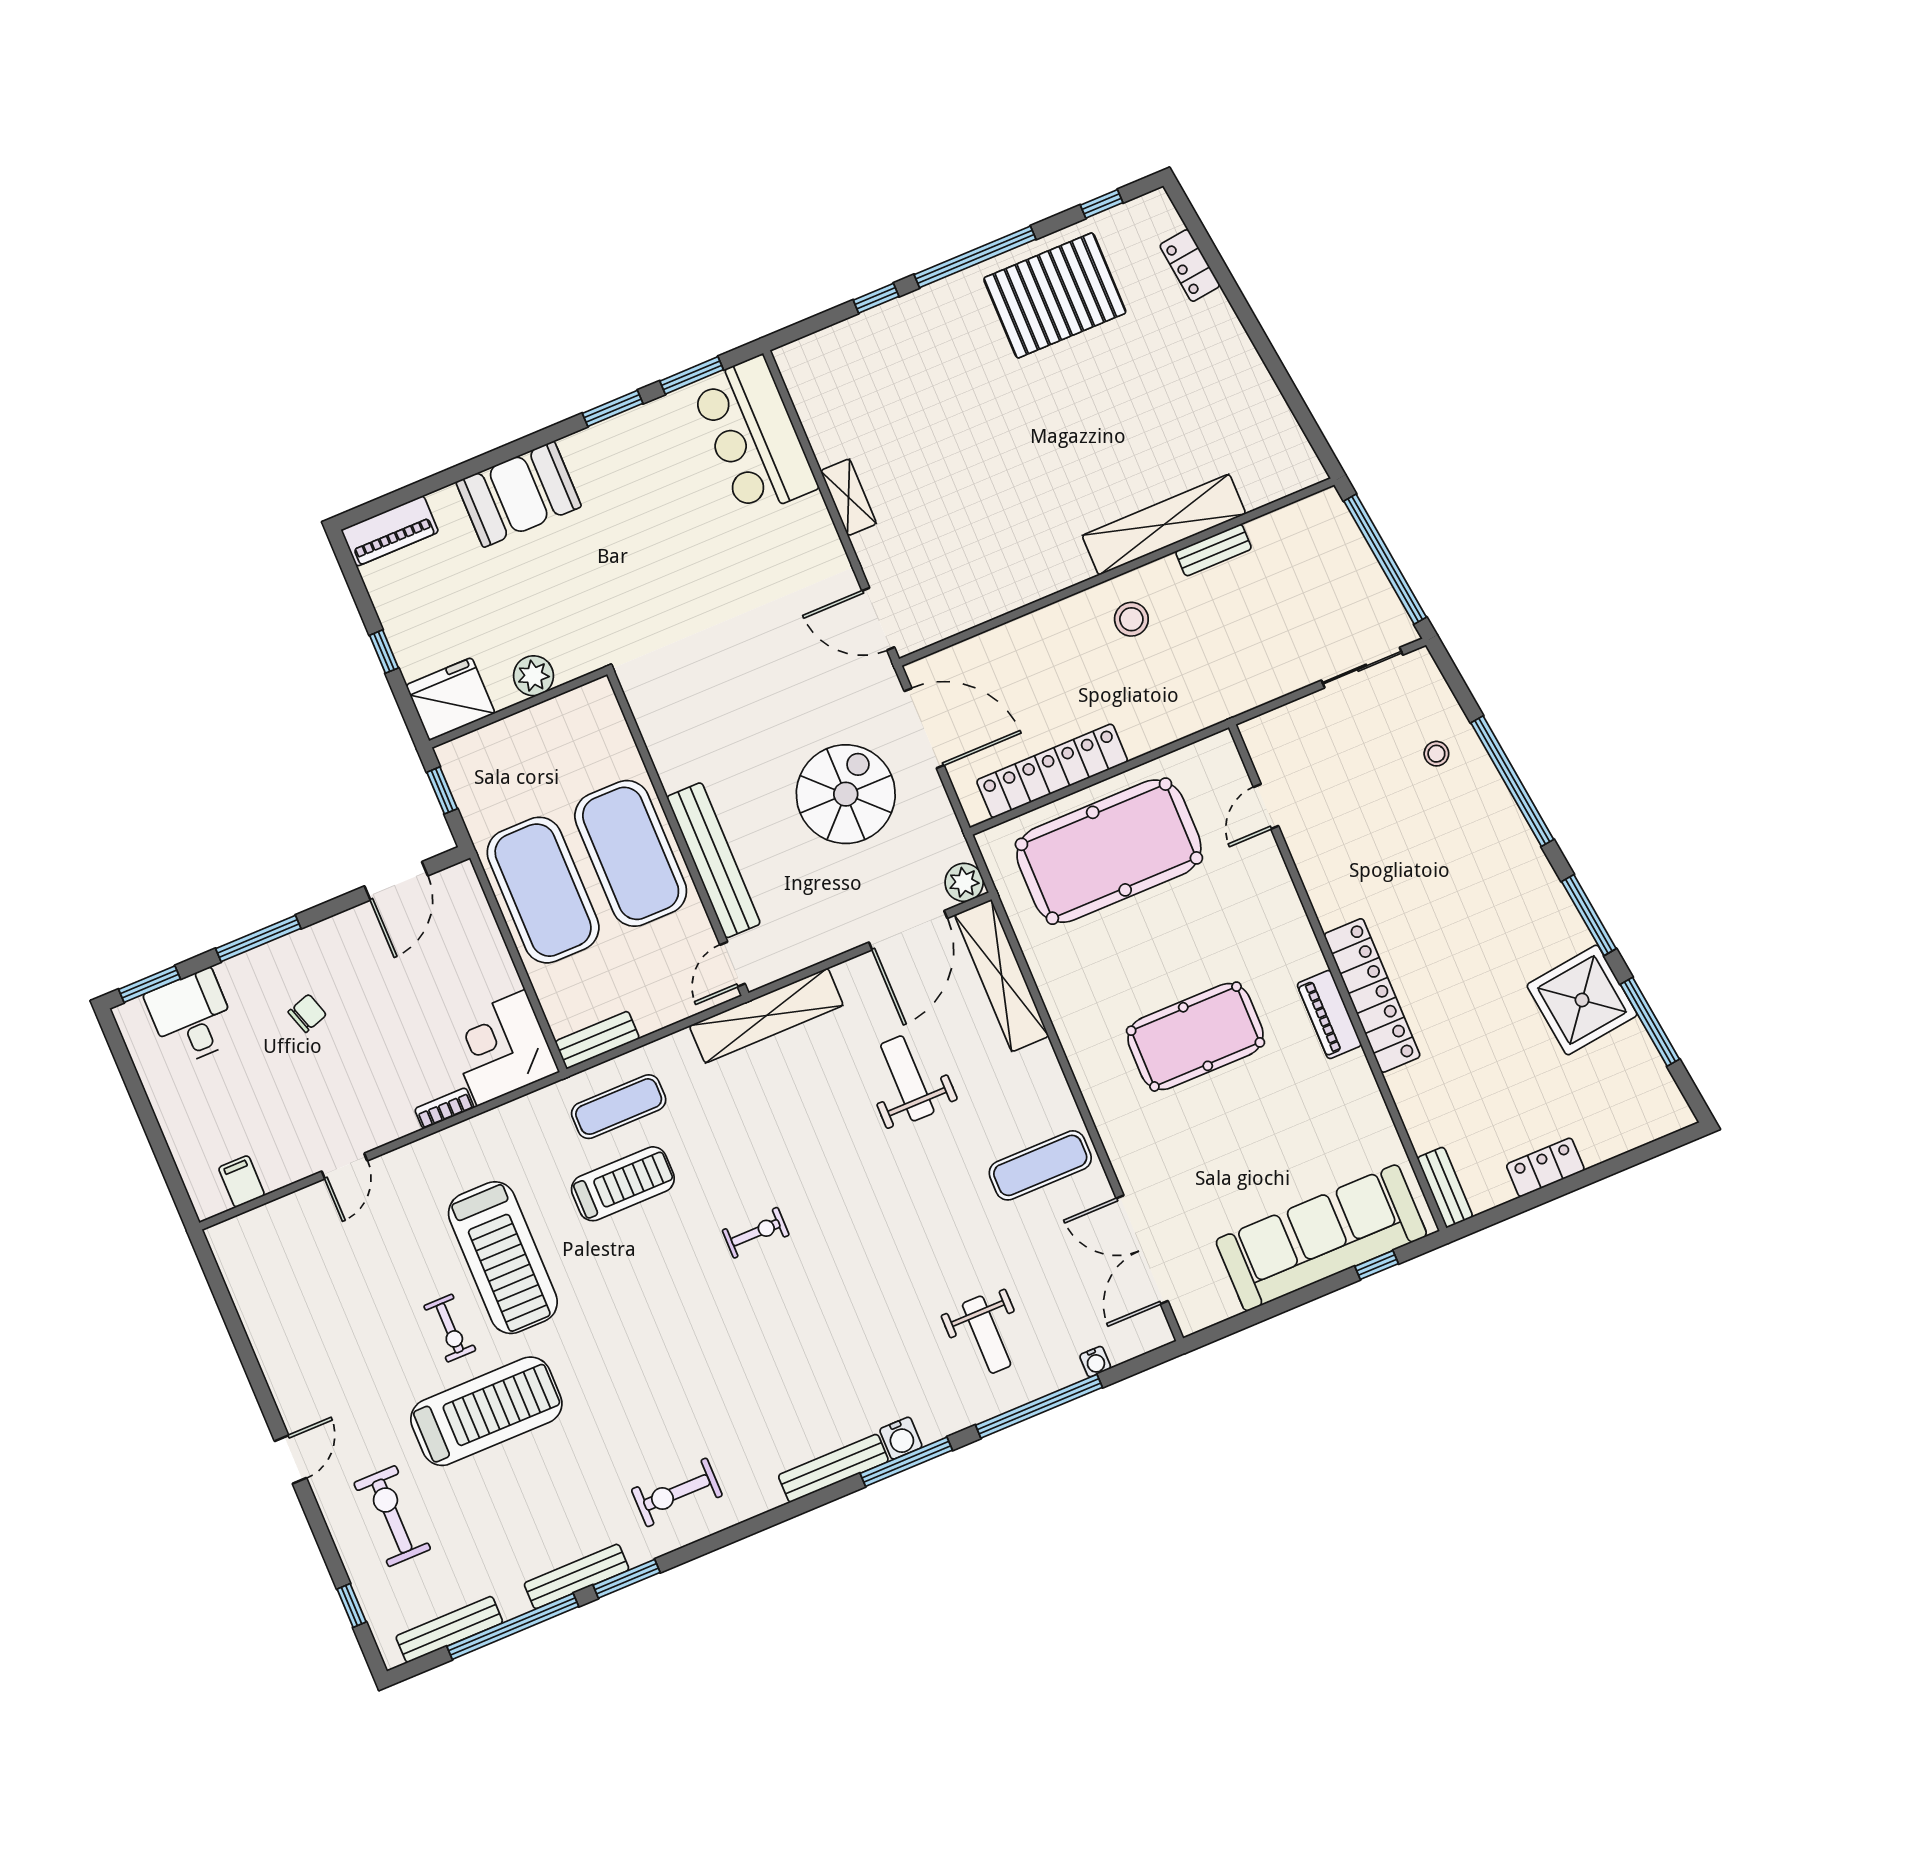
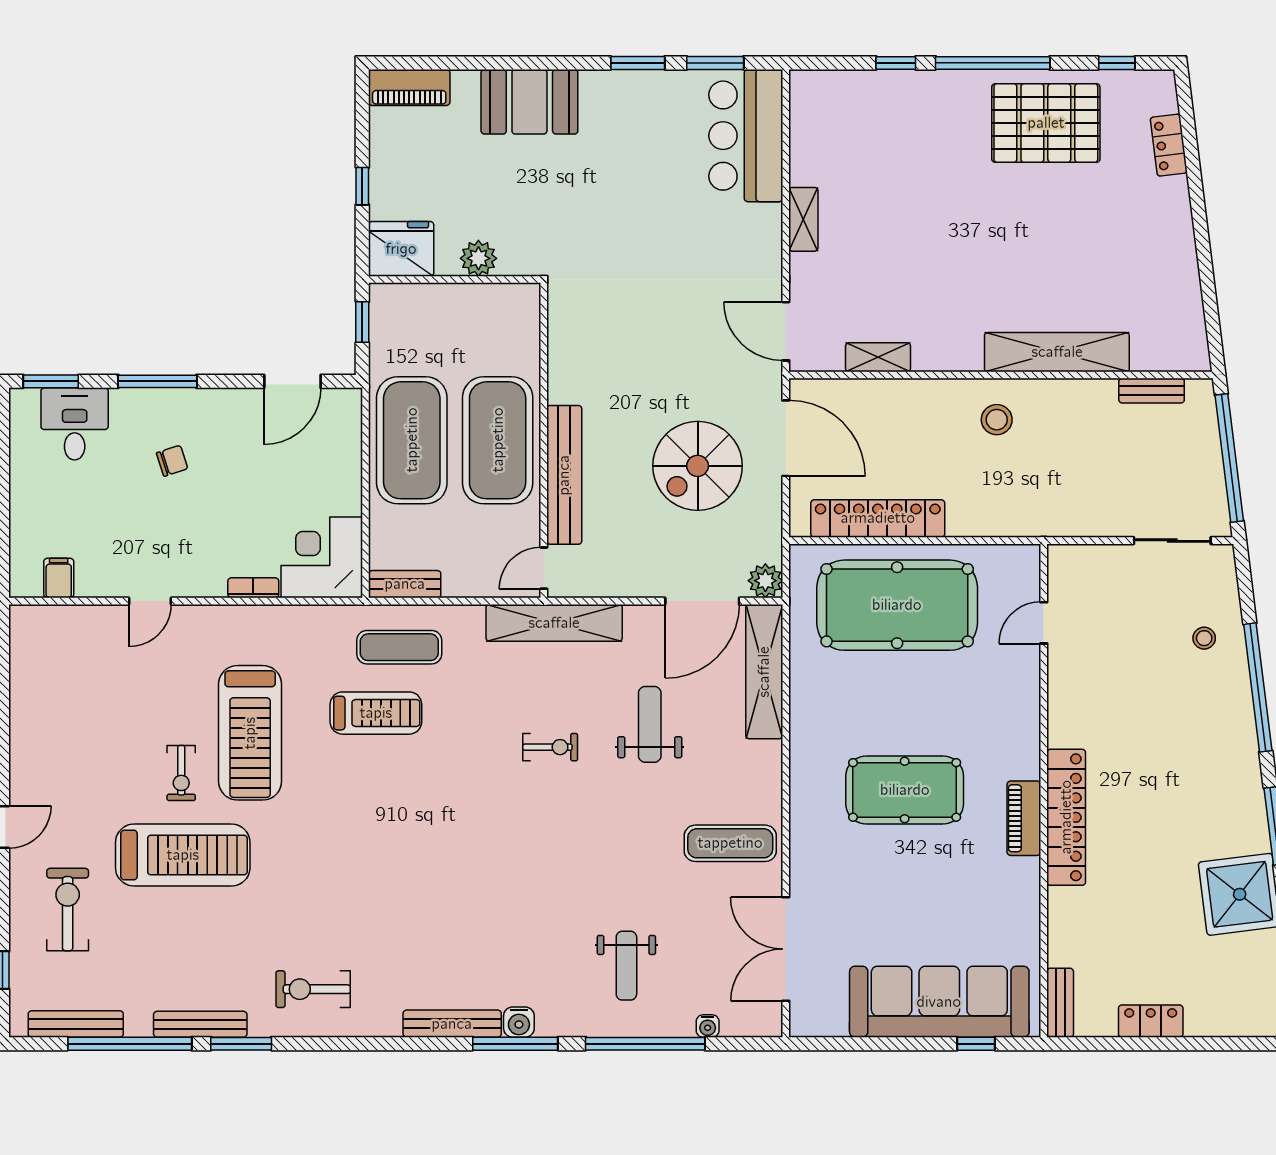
bench: (1214, 550) -> (1152, 391), moved
shelving: (984, 606) -> (878, 357), added
spiral stairs: (846, 794) -> (698, 466), turned 180
exercise bike: (756, 1233) -> (550, 747), moved

